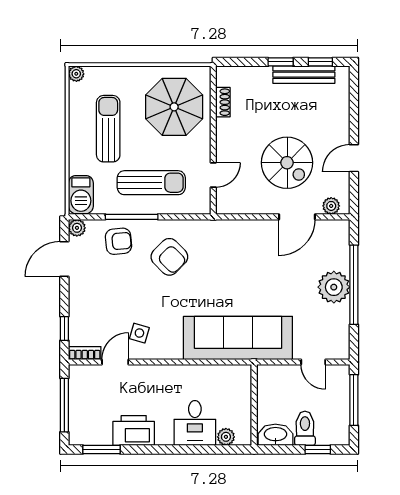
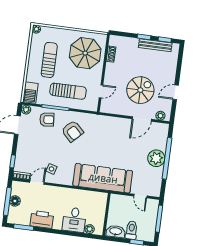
spiral stairs: (287, 163) -> (140, 90), turned -90
floor lamp: (78, 402) -> (15, 201), added

